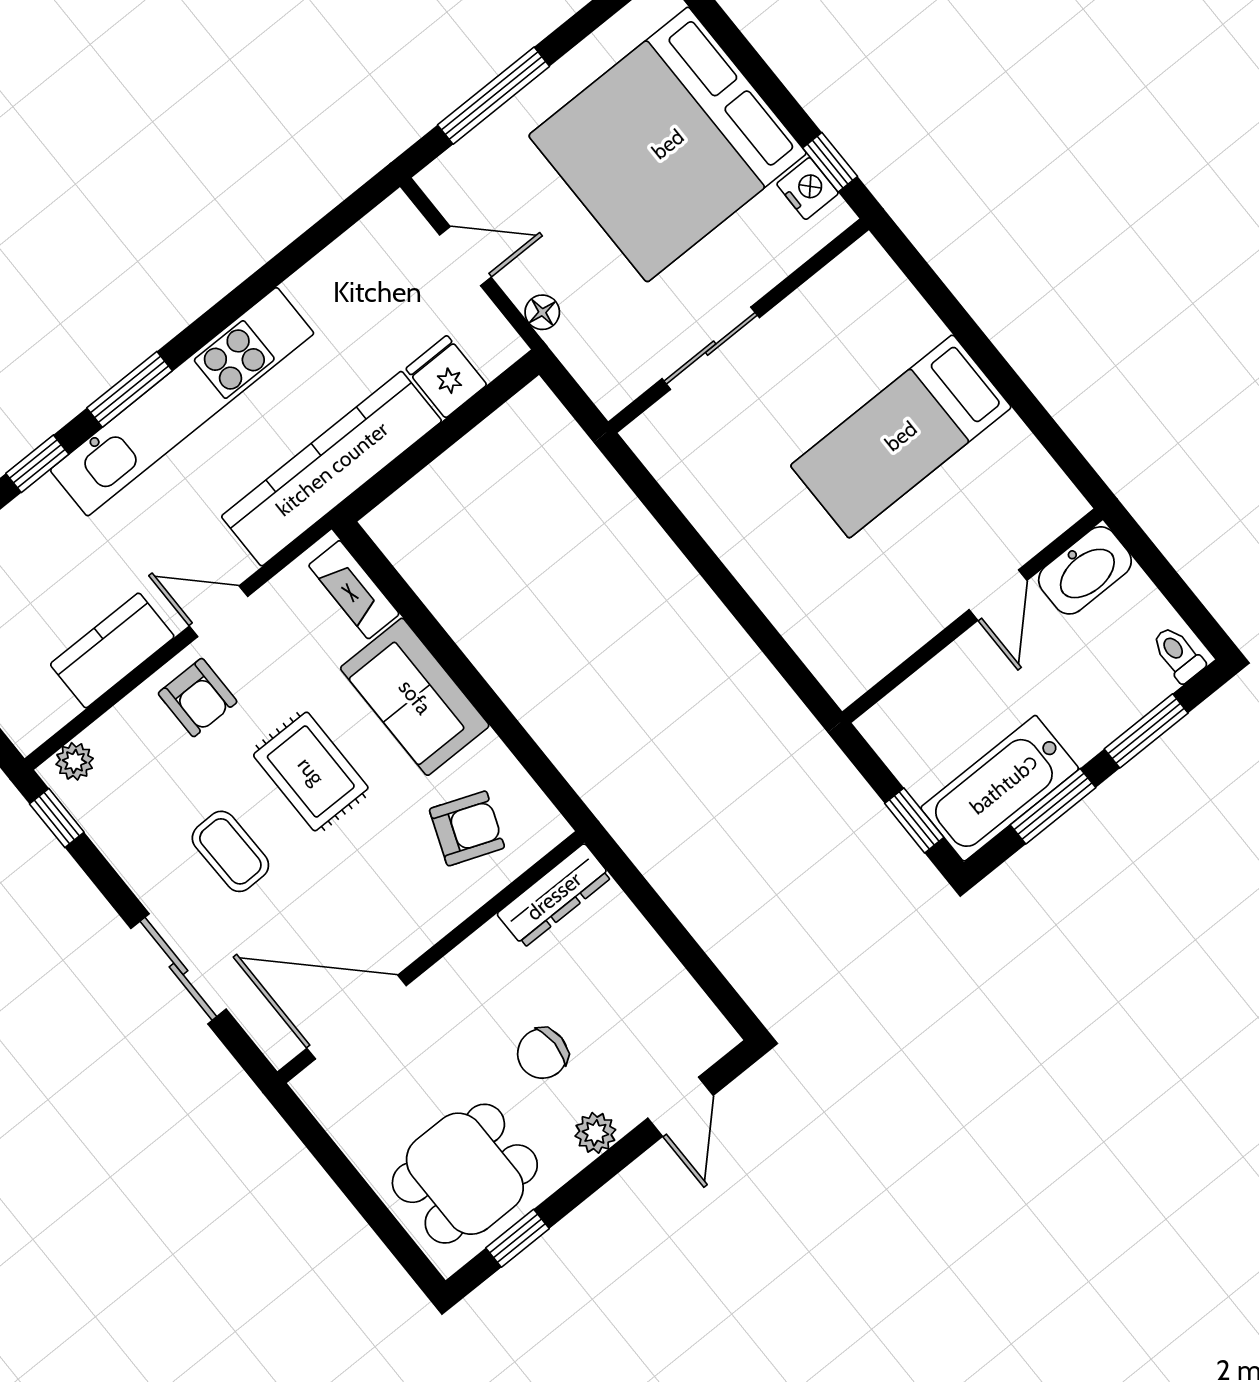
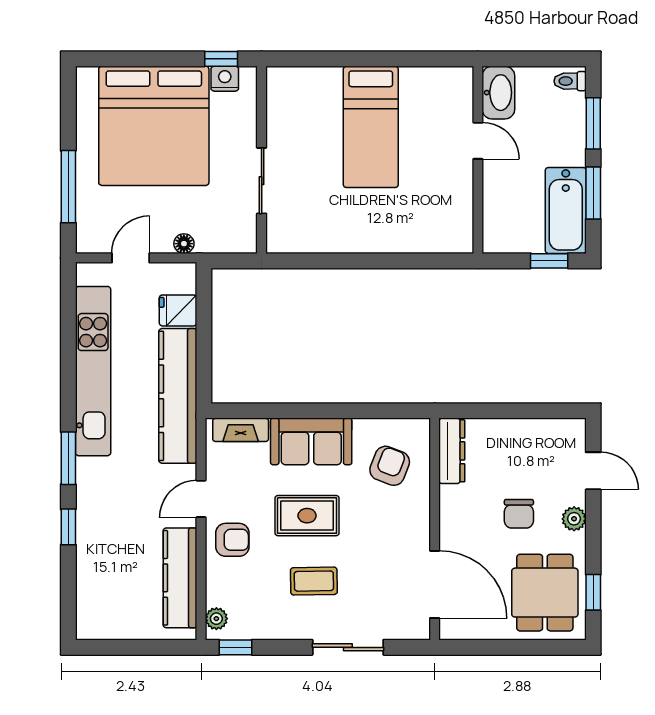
kitchen unit: (182, 402) -> (93, 371), moved
kitchen counter: (112, 650) -> (180, 578), width x1.50
door: (357, 1017) -> (435, 584), swing flipped

